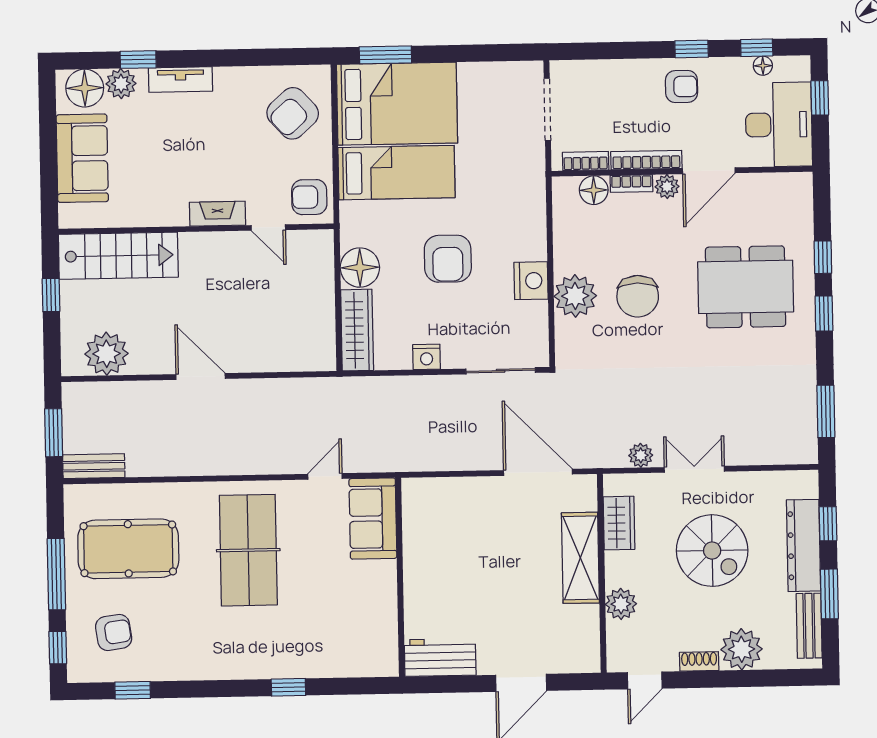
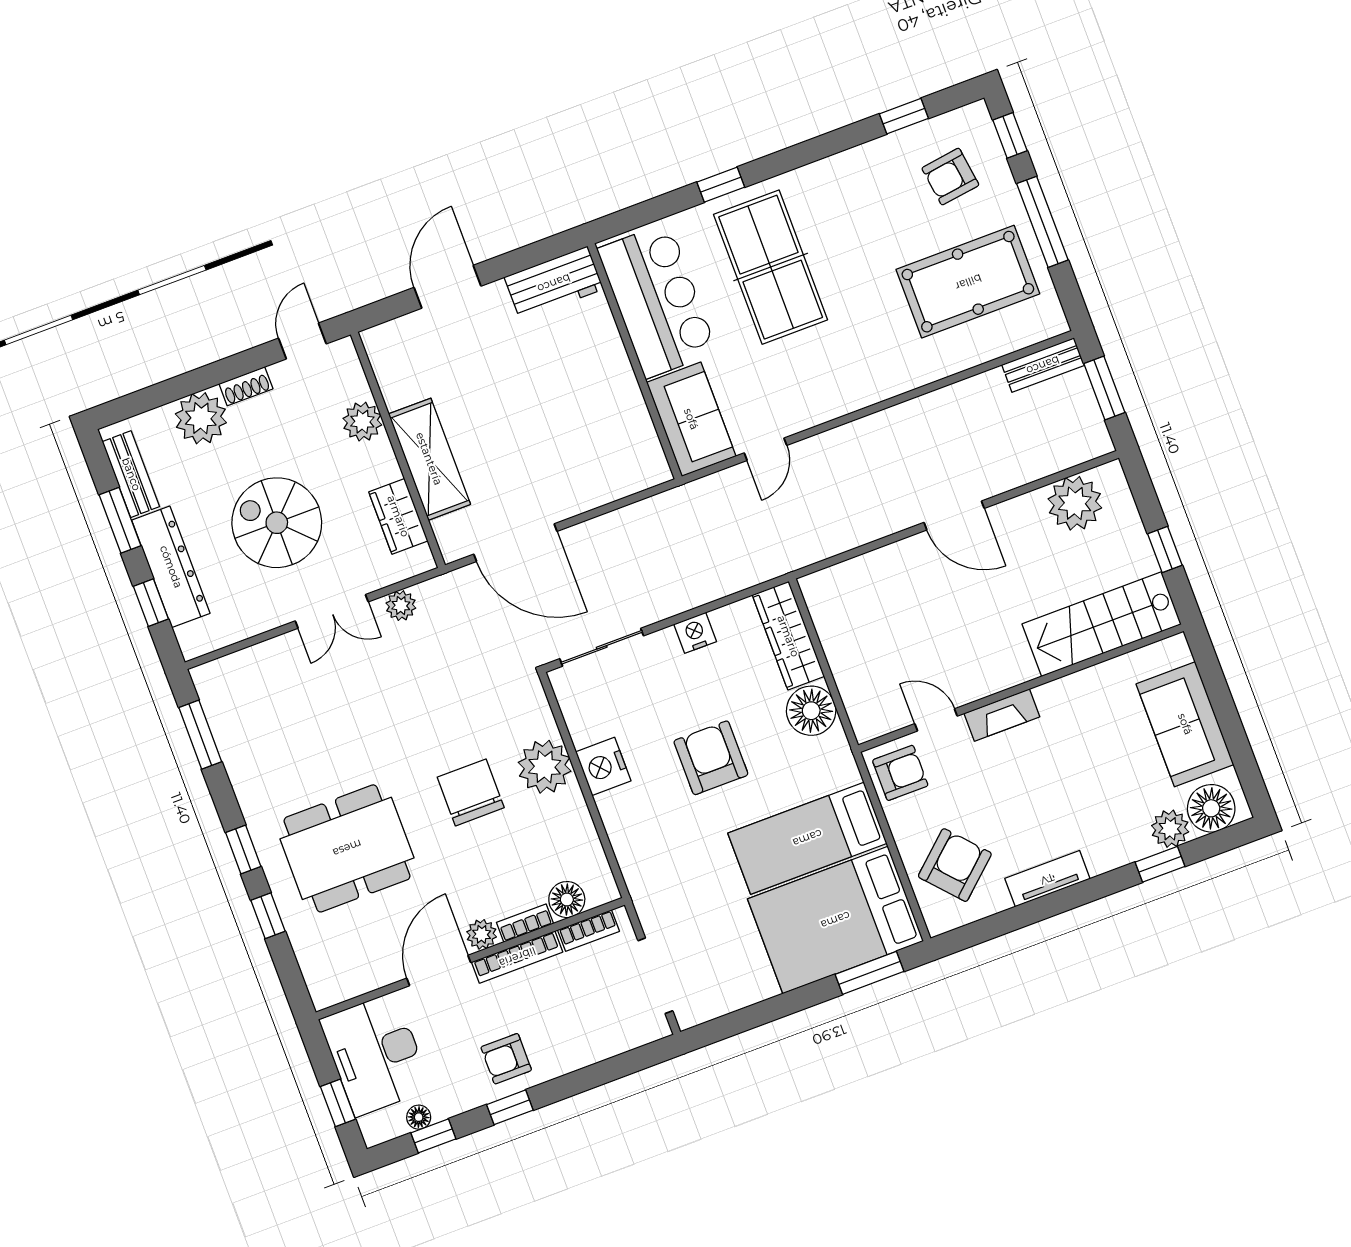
tv unit: (181, 79) -> (1047, 879), moved
table tennis table: (248, 550) -> (771, 267), moved
bar counter: (367, 617) -> (657, 301), added

